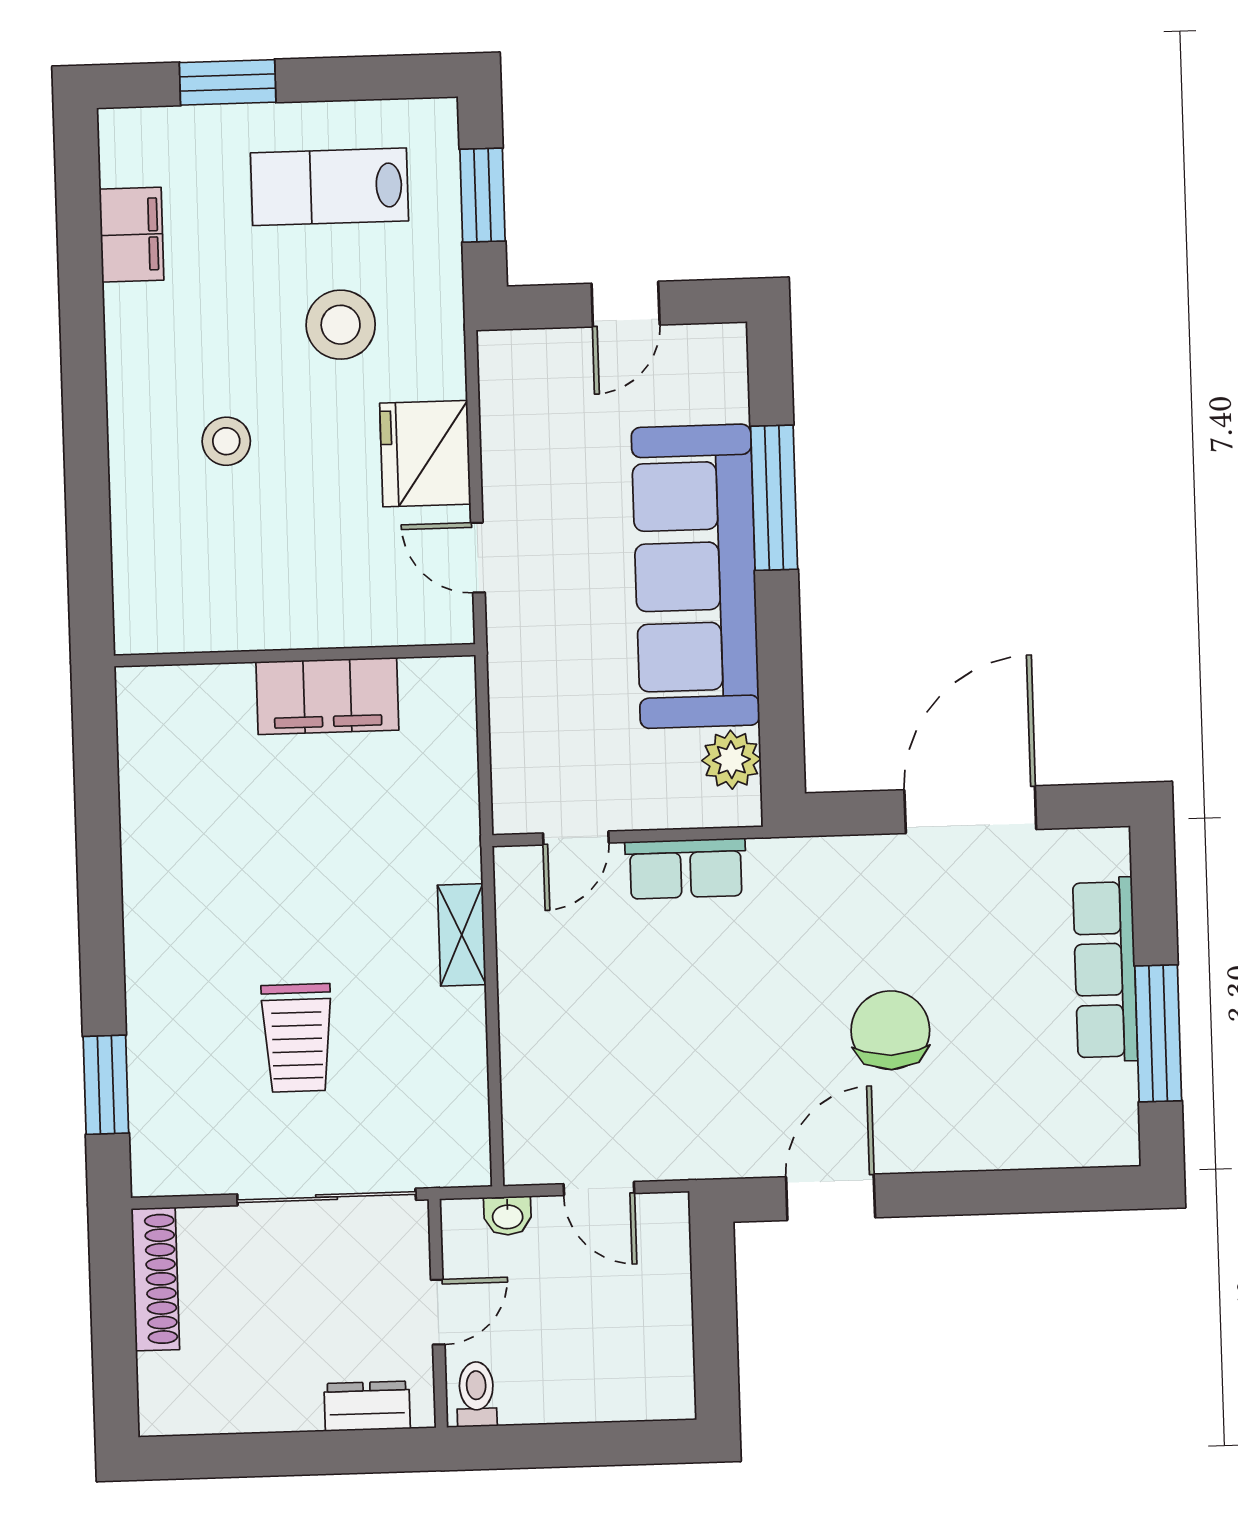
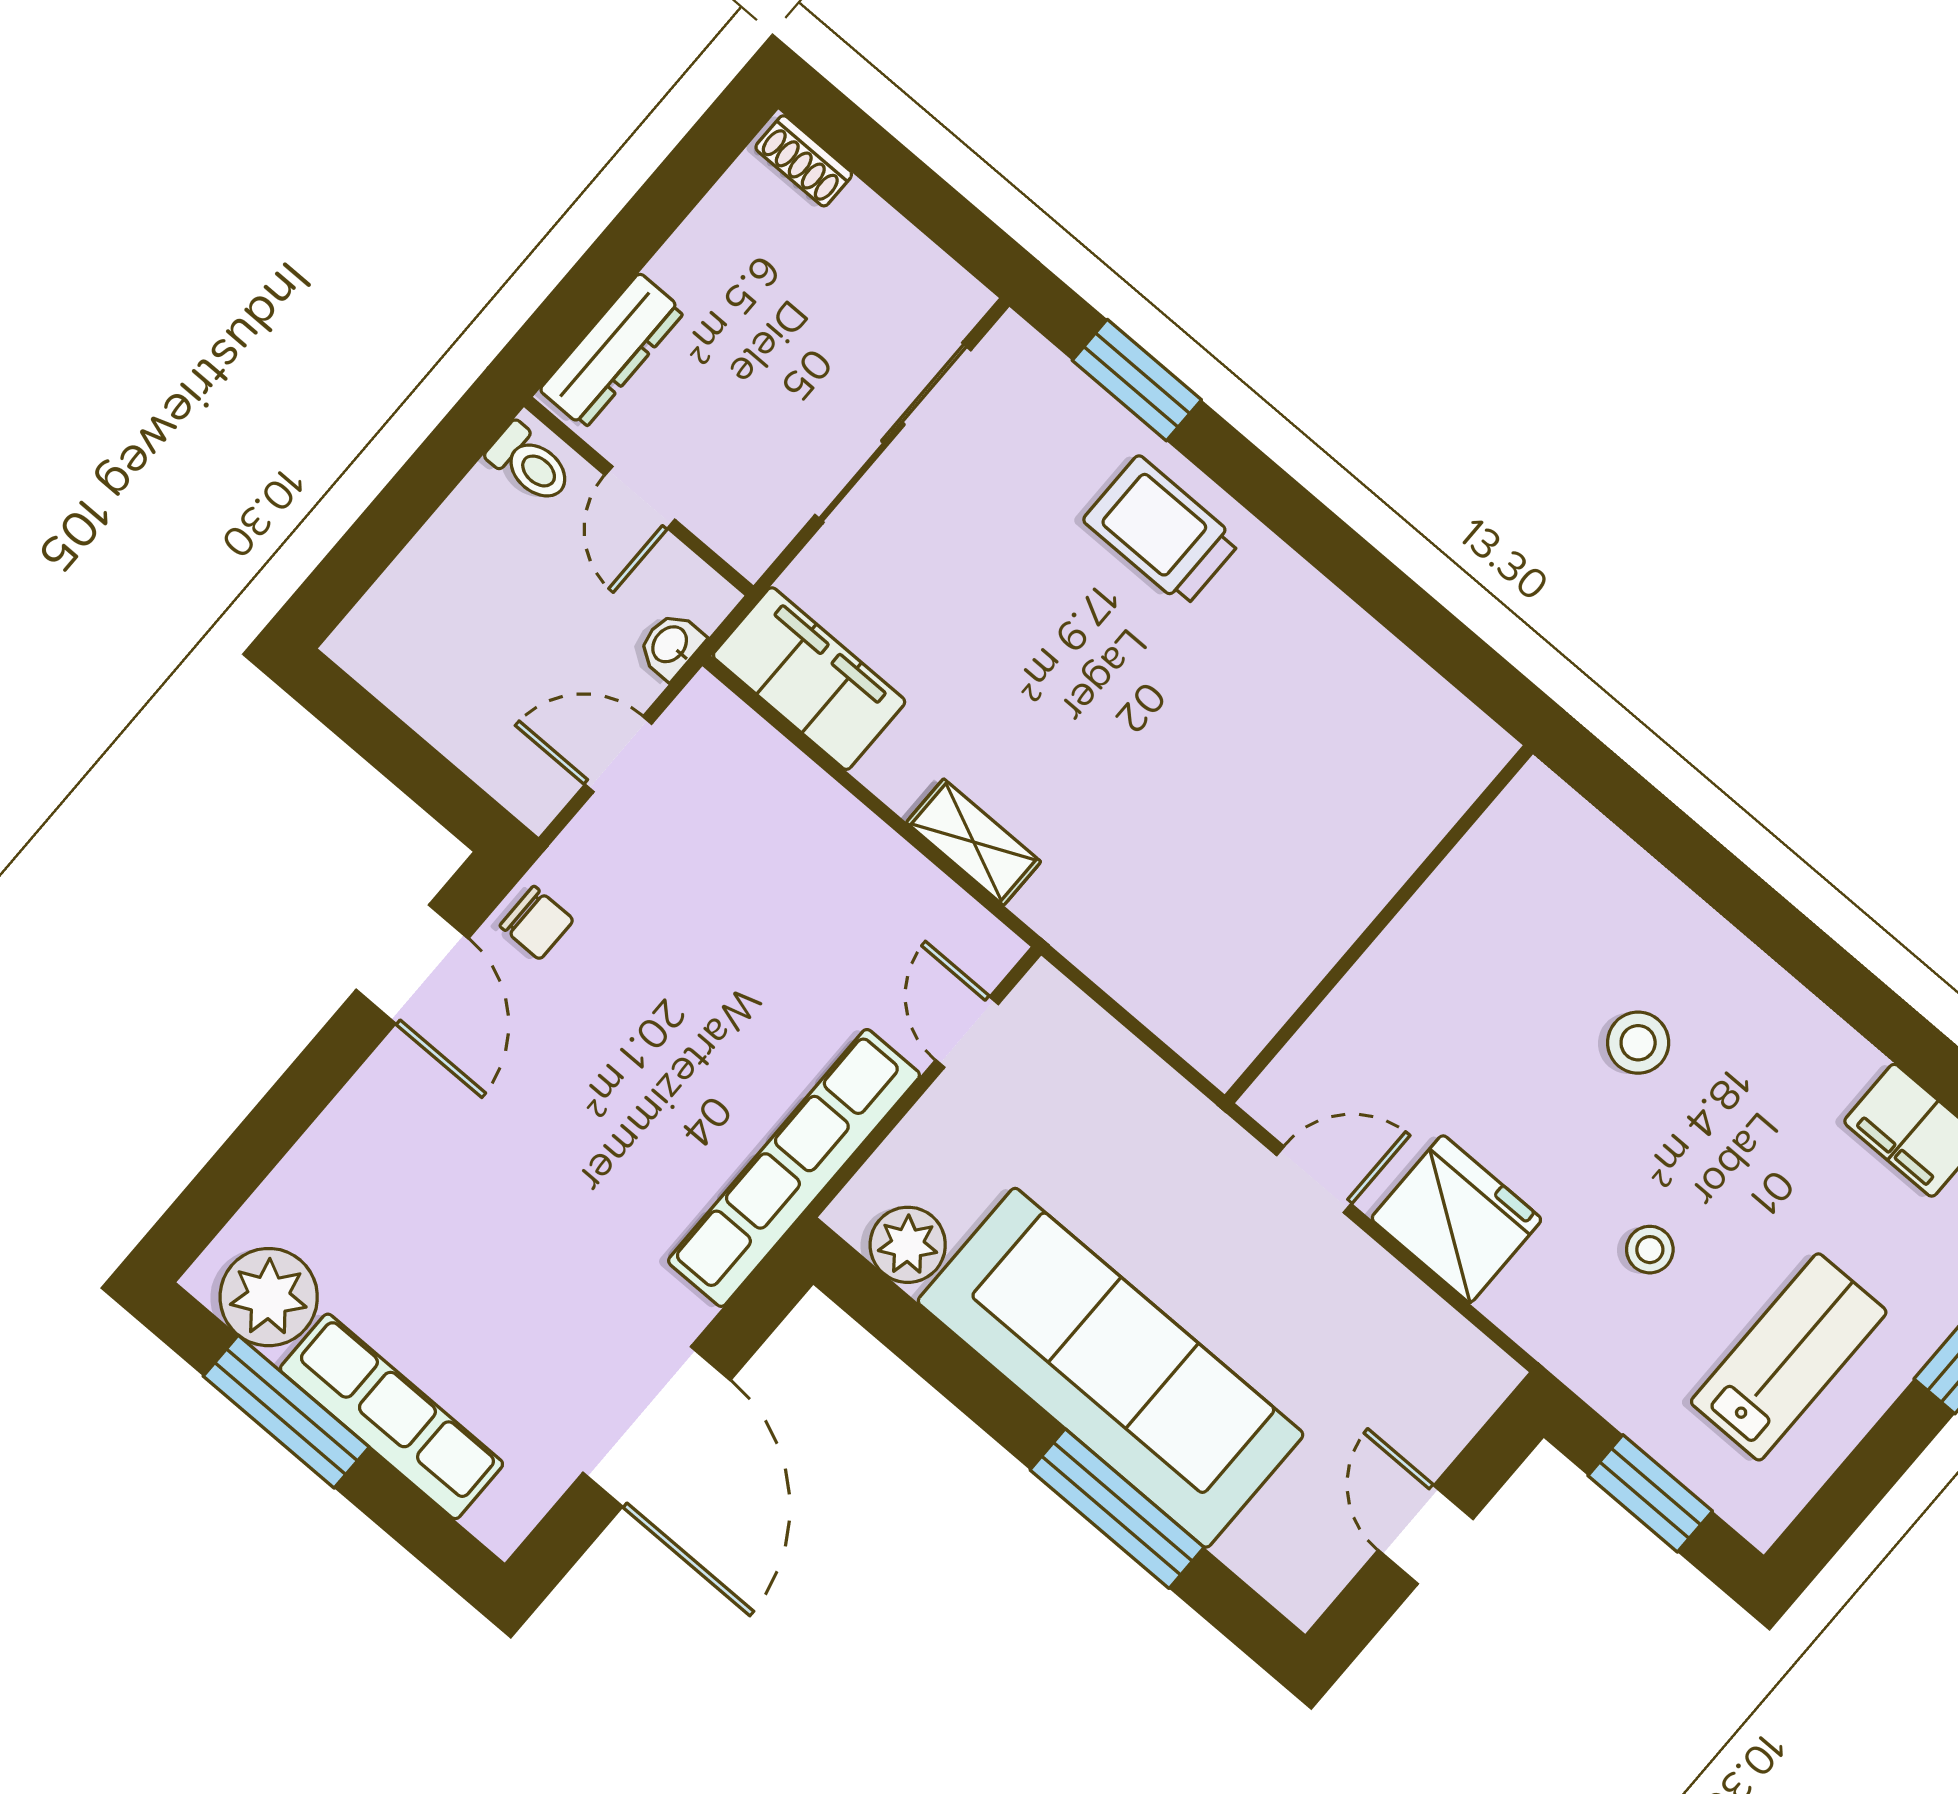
stool: (341, 325) -> (1650, 1250), width x0.53, depth x0.53
filing cabinet: (327, 696) -> (809, 679), moved, turned 90
row of seats: (686, 869) -> (794, 1168), width x2.02
chair: (890, 1030) -> (537, 923), moved, width x0.54, depth x0.54
trolley: (297, 1038) -> (1162, 531), moved
plant: (1101, 1104) -> (269, 1297), added
sliding door: (327, 1197) -> (893, 433), moved
shoe rack: (155, 1279) -> (804, 161), moved, width x0.51, depth x0.81
dresser: (367, 1406) -> (612, 351), width x1.44

